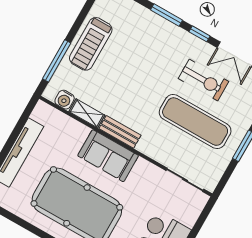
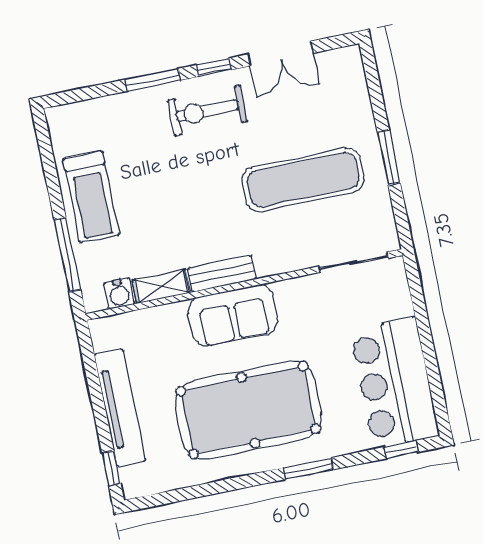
exercise bike: (203, 80) -> (207, 111), moved, turned 180

